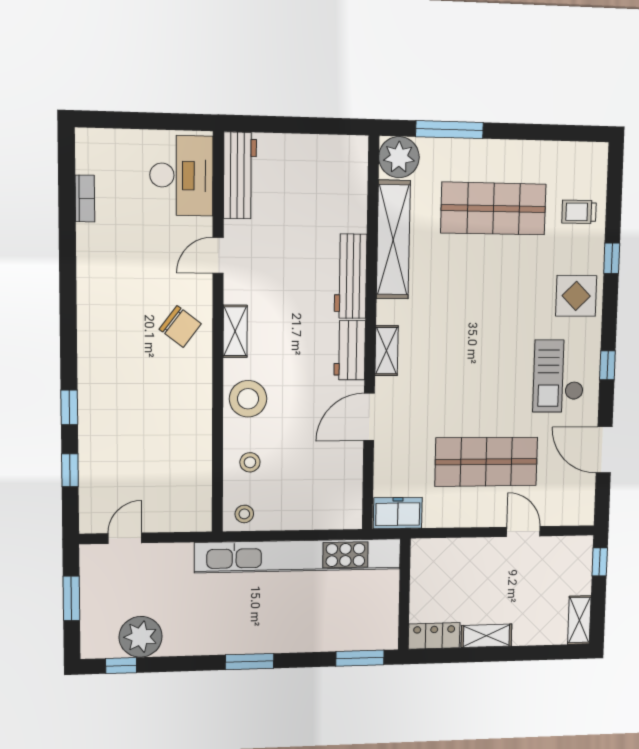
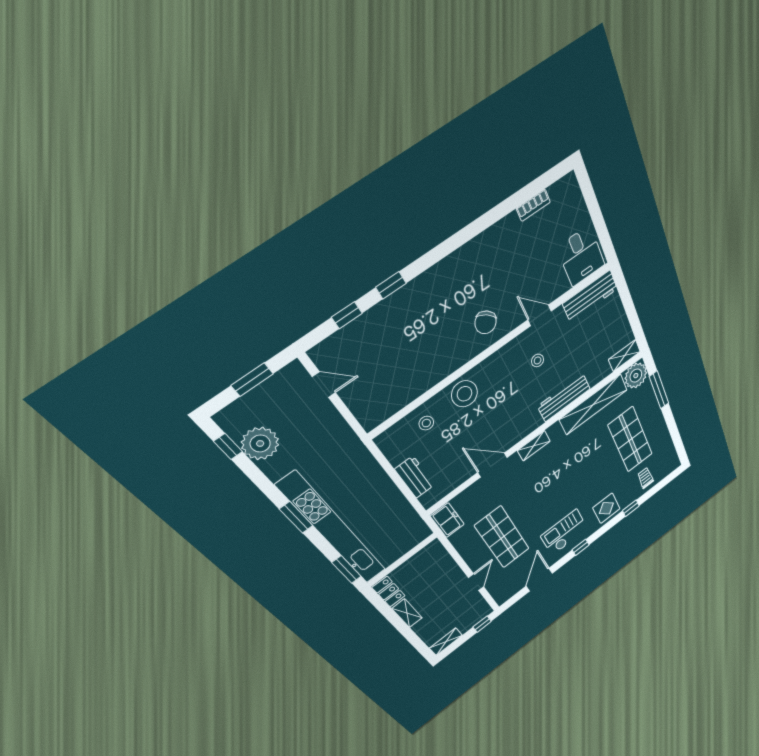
desk: (181, 175) -> (581, 256), width x0.73
shelving: (235, 331) -> (624, 356), moved
workbench: (350, 350) -> (415, 477), moved, turned 90
stool: (244, 514) -> (538, 360), moved
kitchen unit: (298, 556) -> (334, 530), moved, turned 180

